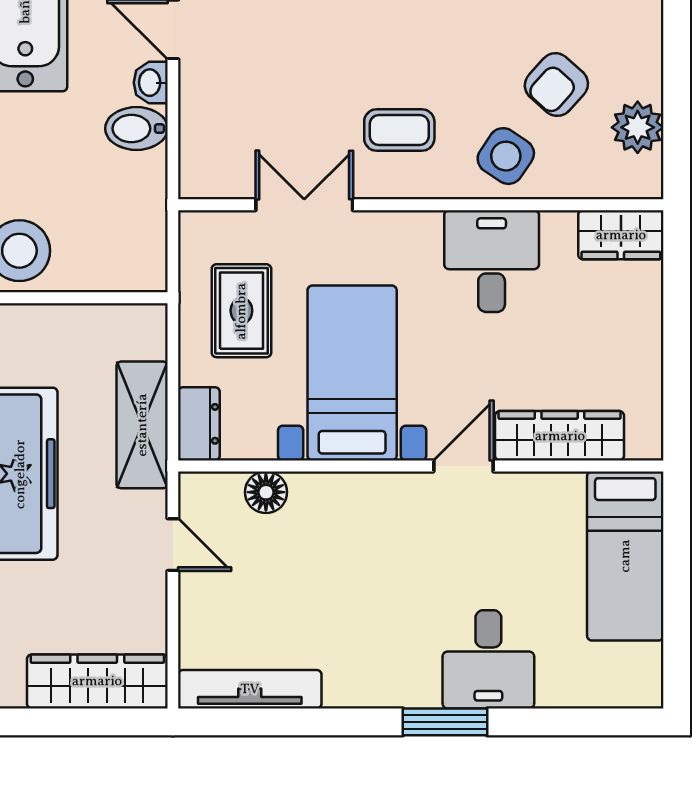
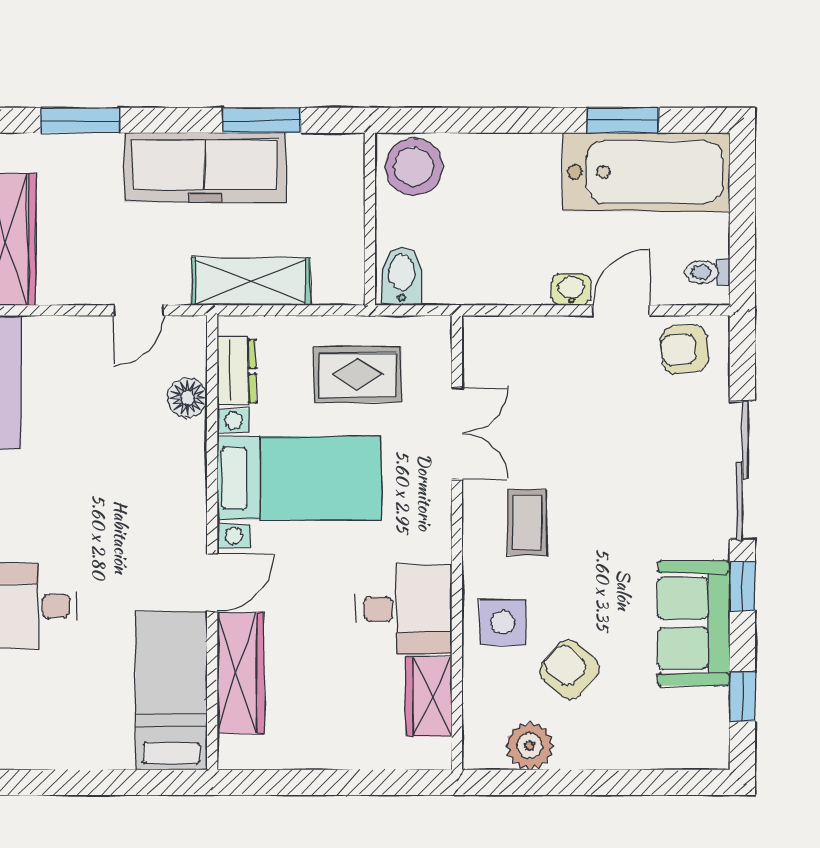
bidet: (136, 129) -> (402, 276), moved
side table: (506, 156) -> (503, 622), turned -34
wardrobe: (621, 235) -> (429, 697), moved
dresser: (199, 424) -> (237, 371), moved, turned -90
door: (463, 466) -> (212, 583), hinge flipped
bed: (625, 556) -> (171, 691), moved, turned 90

